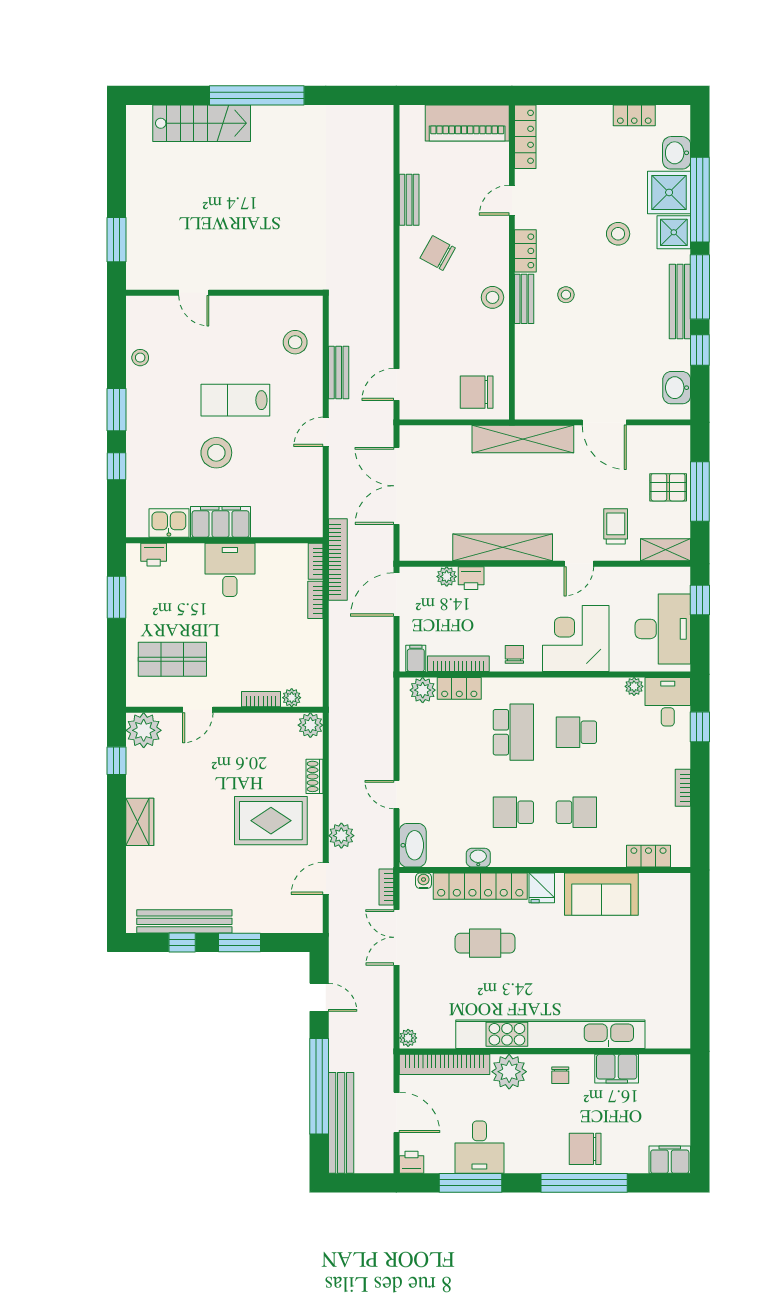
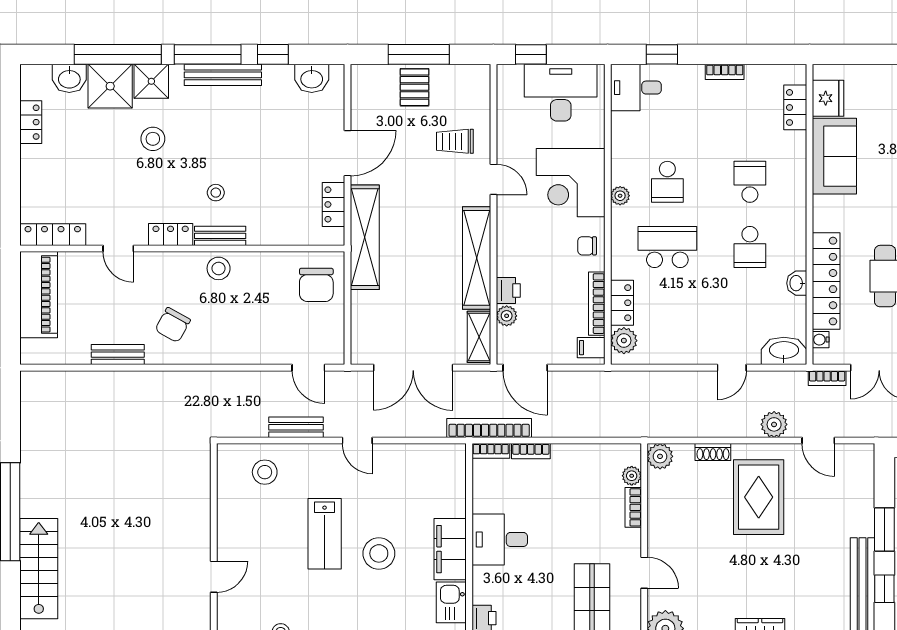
locker: (554, 409) -> (333, 204), added
shelving: (666, 550) -> (479, 337), moved
plant: (634, 686) -> (620, 196), moved
fridge: (542, 888) -> (828, 98), moved, width x1.38

